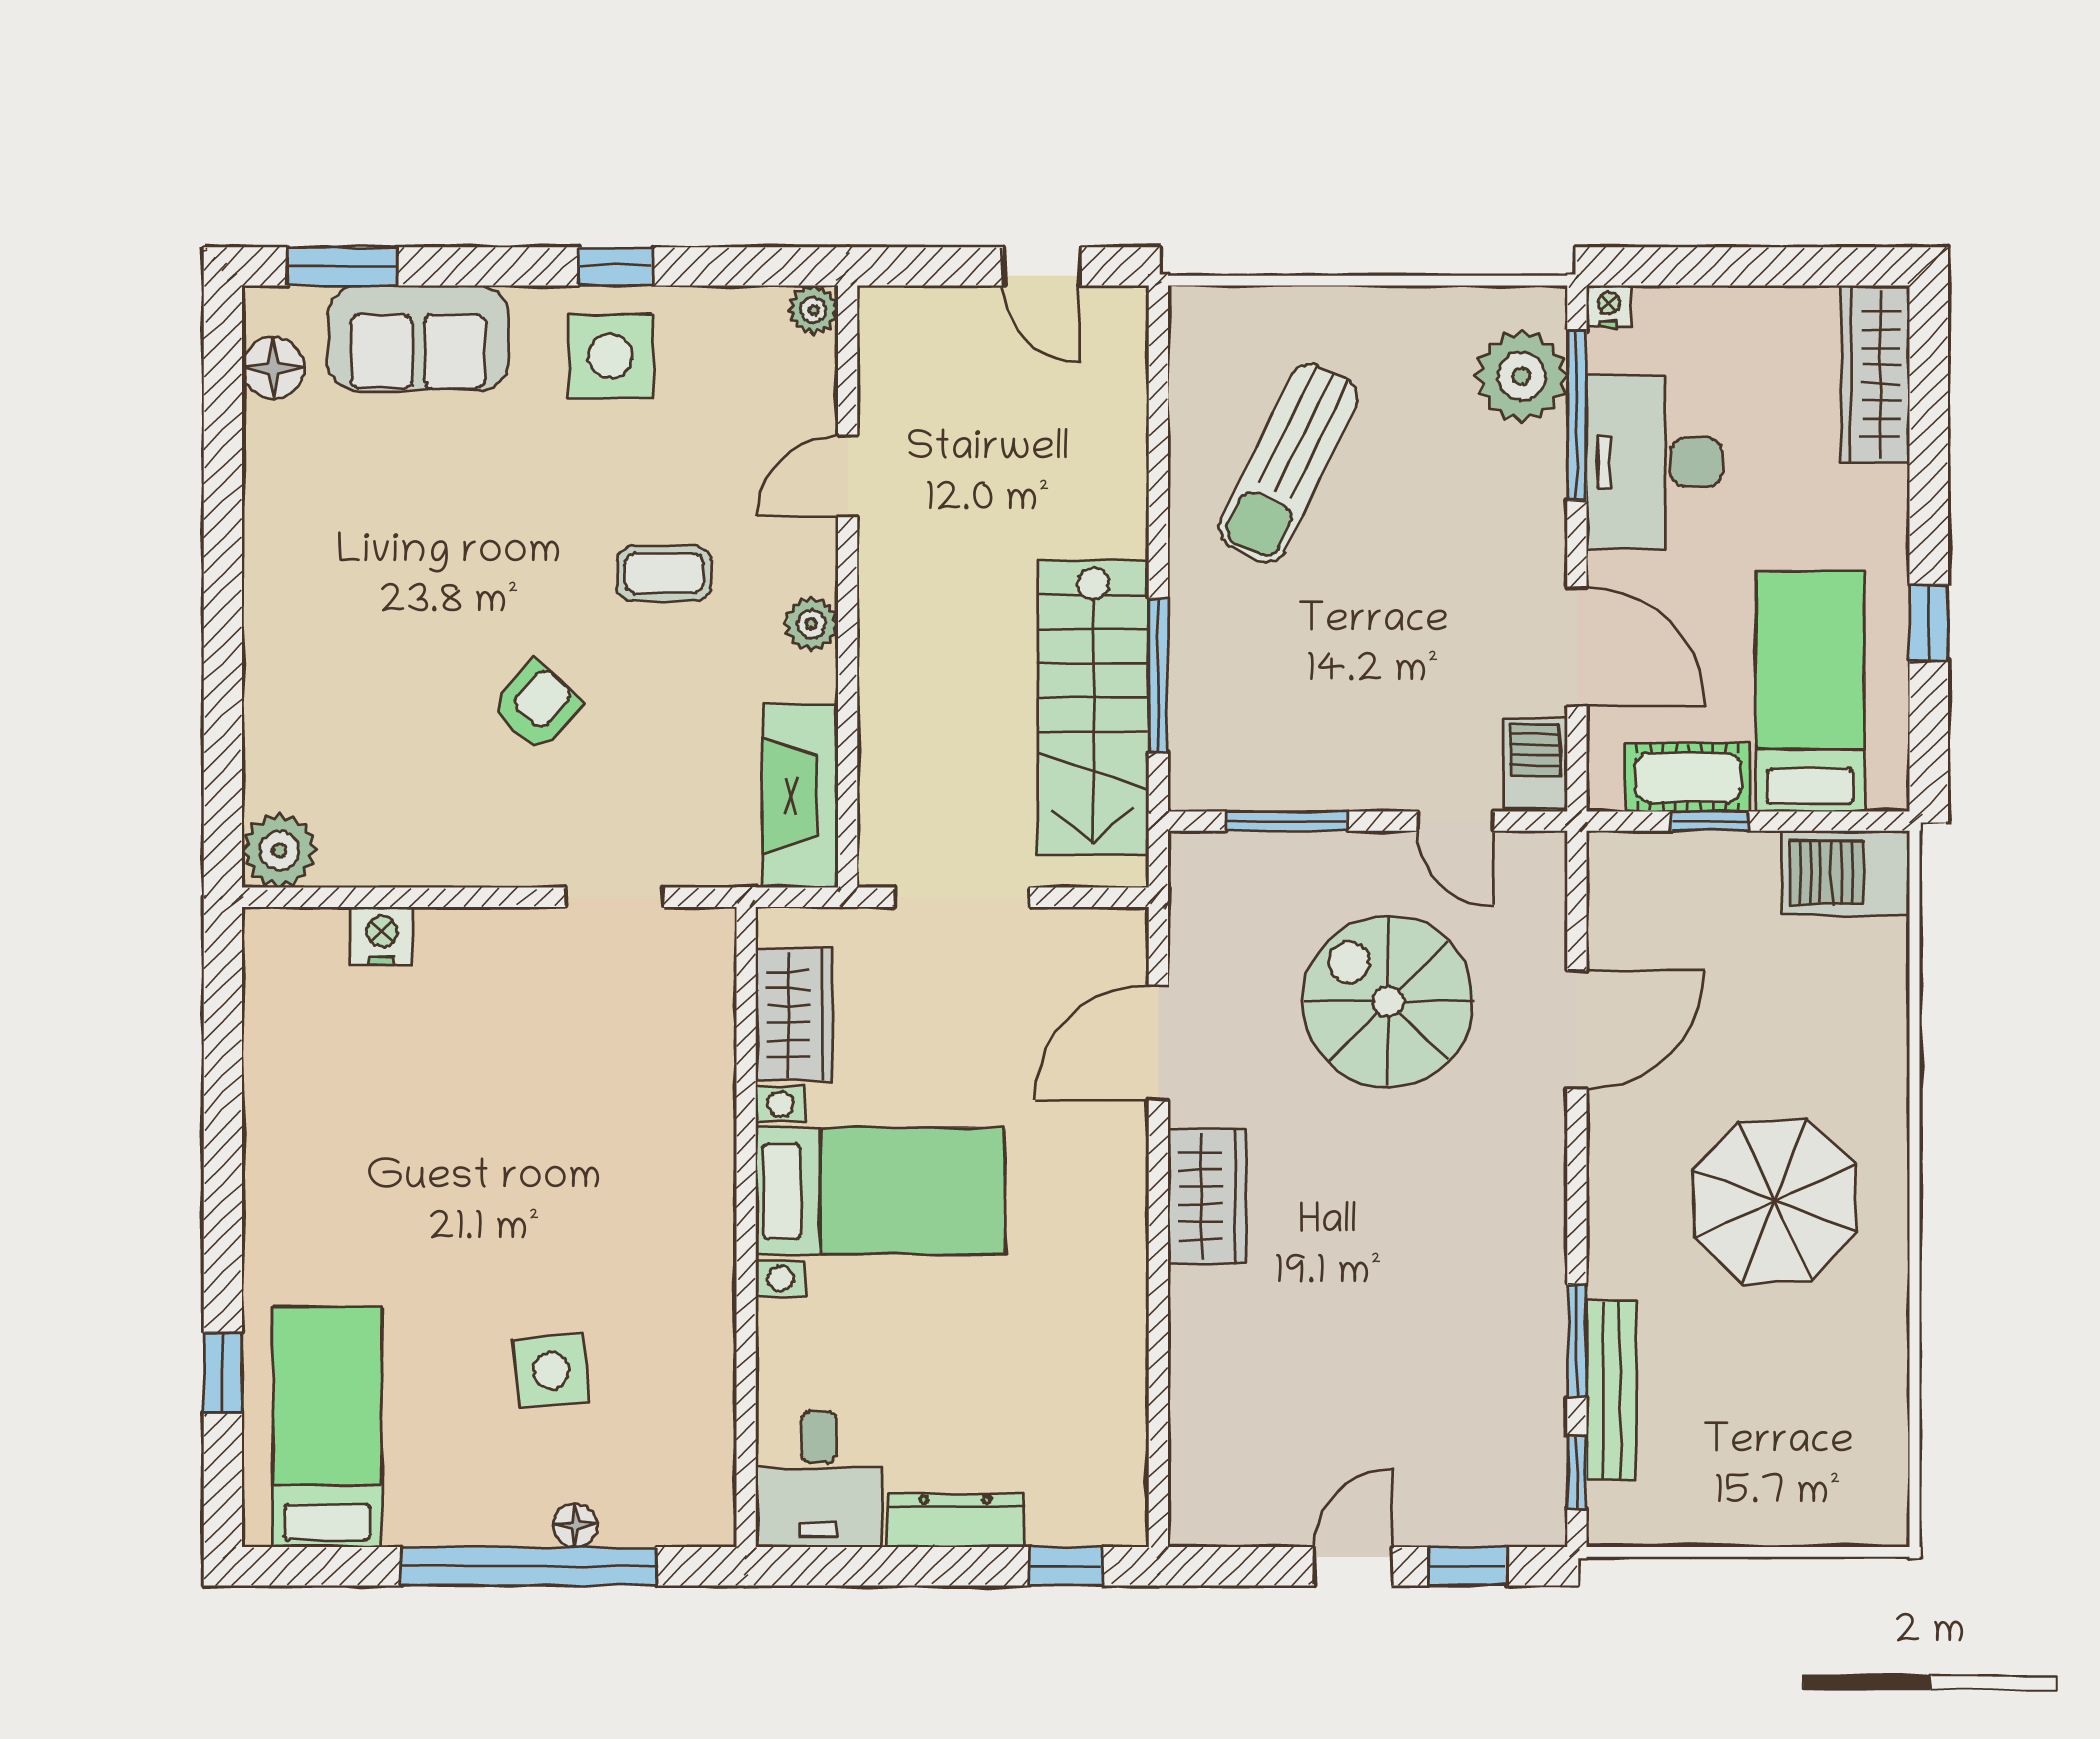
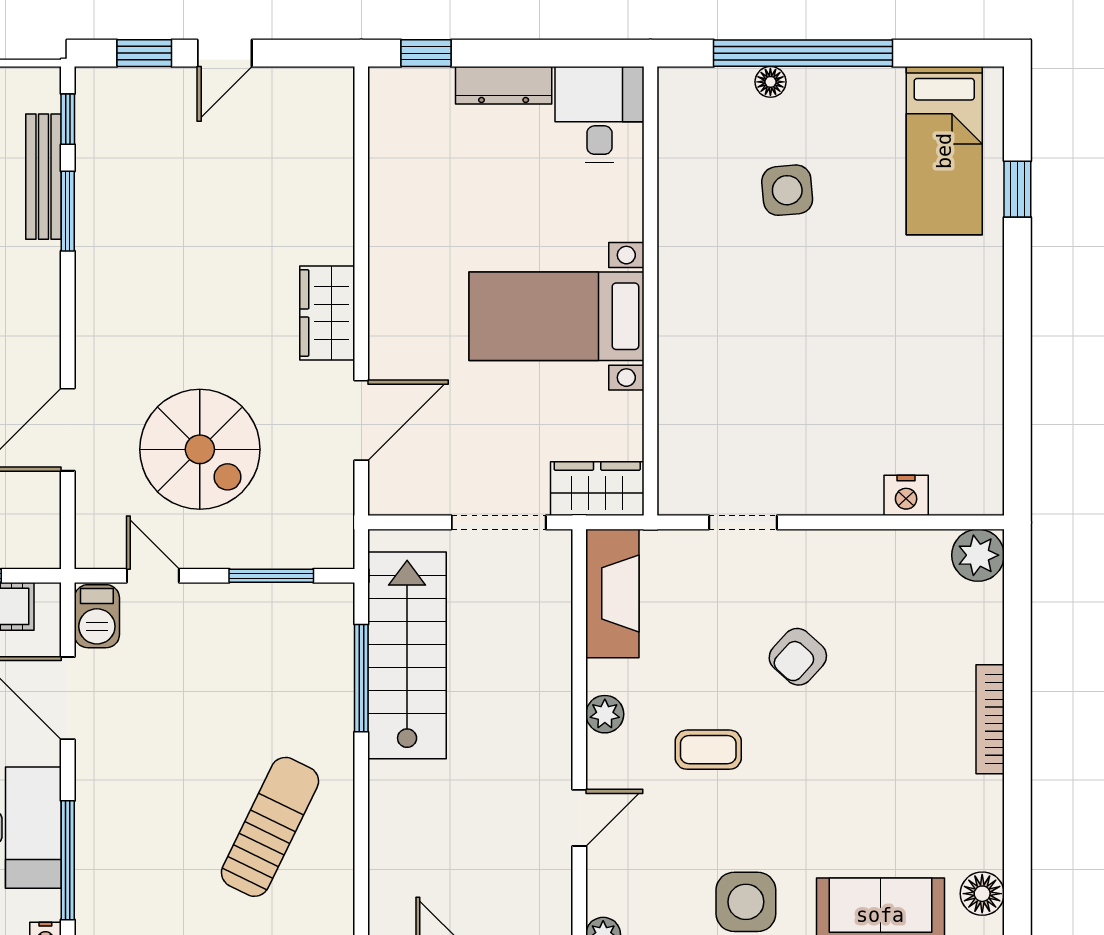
plant: (1521, 376) -> (107, 888), removed
bookcase: (262, 617) -> (990, 719), added
wardrobe: (794, 1014) -> (597, 489), moved, turned 90

